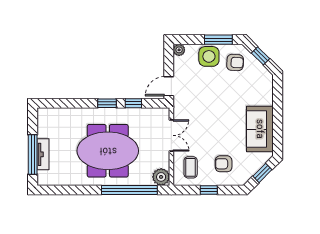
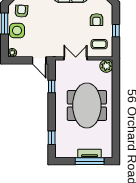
window: (107, 103) -> (52, 138), moved
window: (129, 190) -> (116, 89), removed

